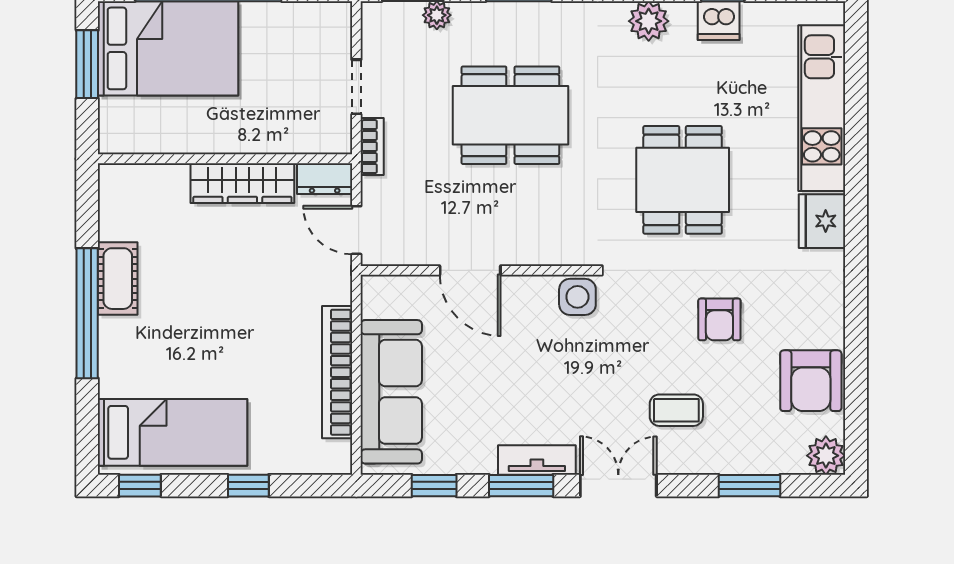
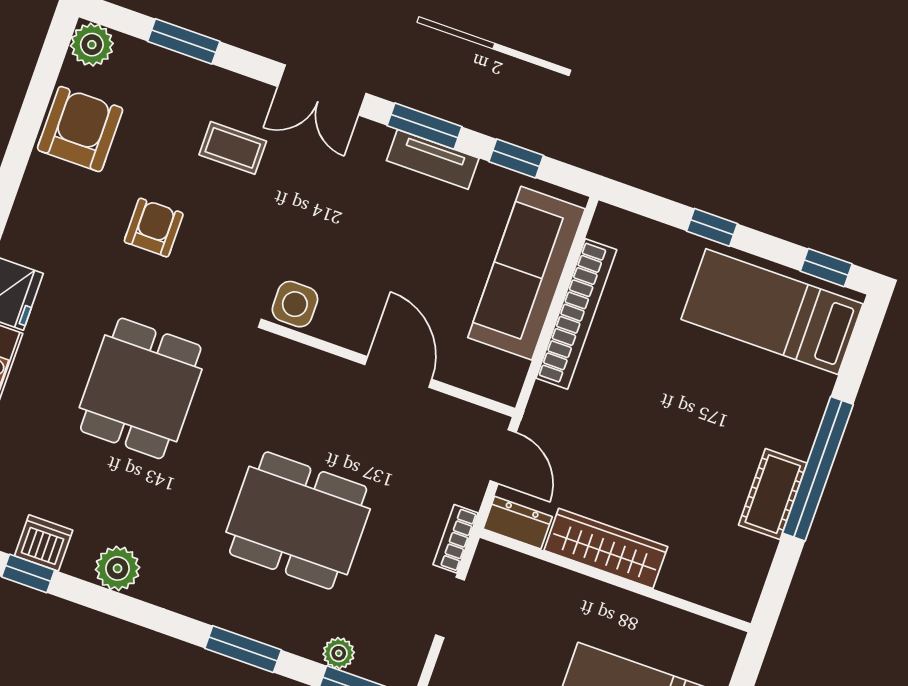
tv unit: (537, 460) -> (433, 159), moved

